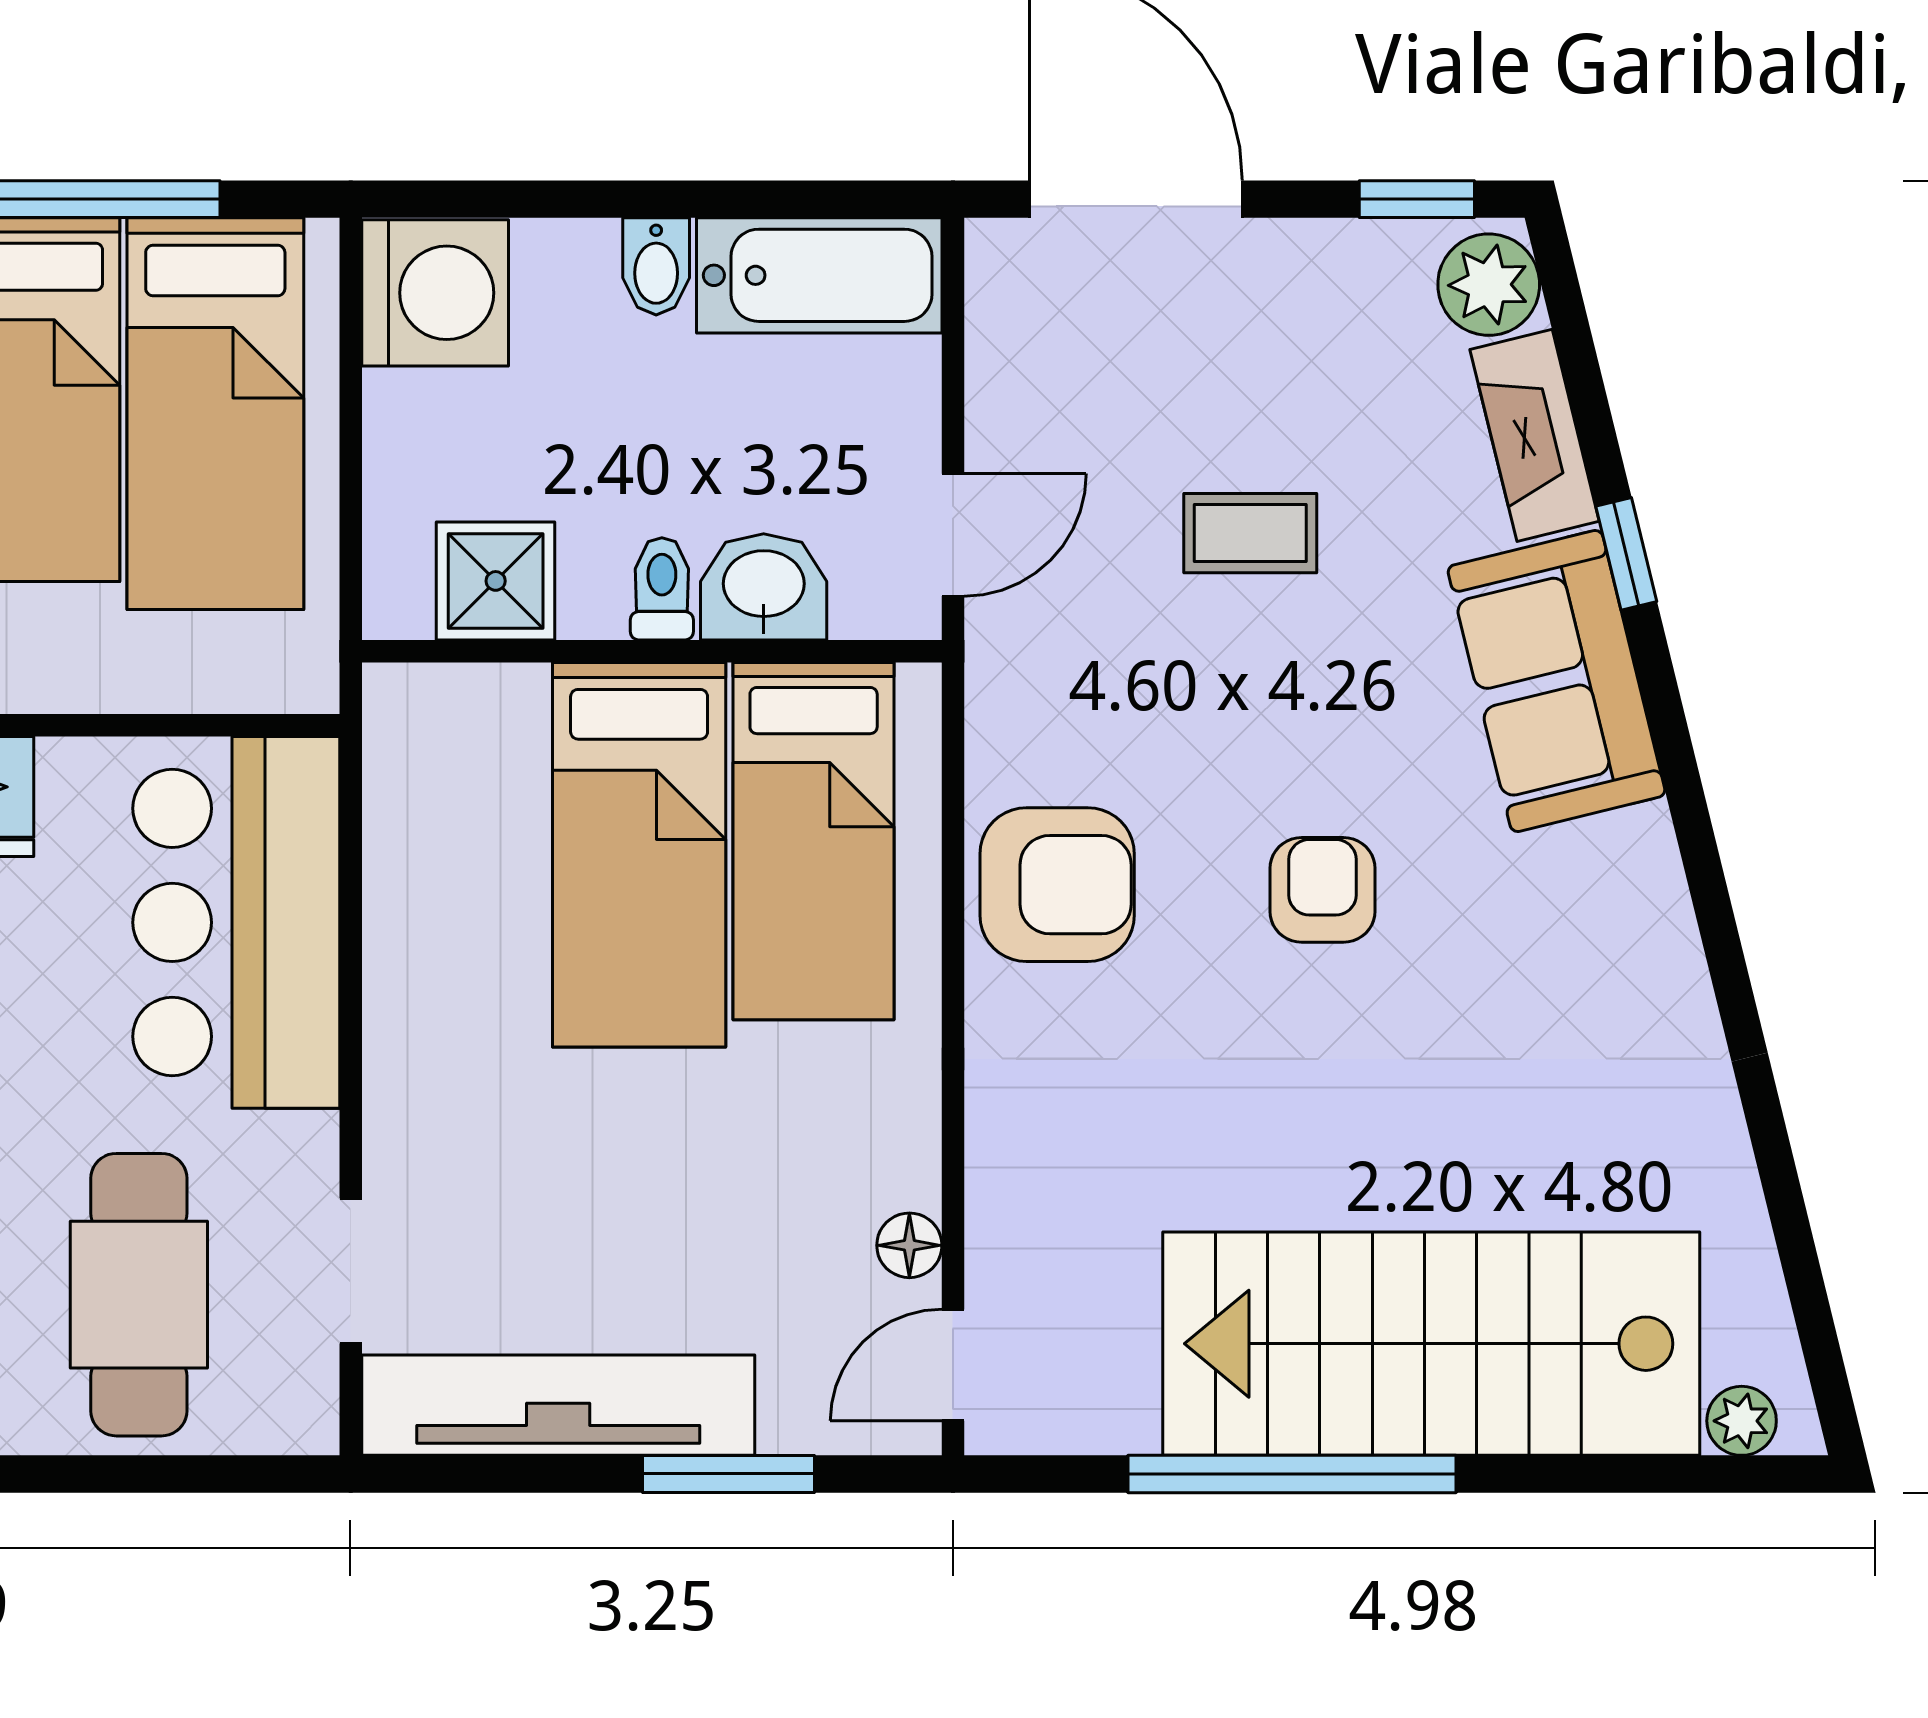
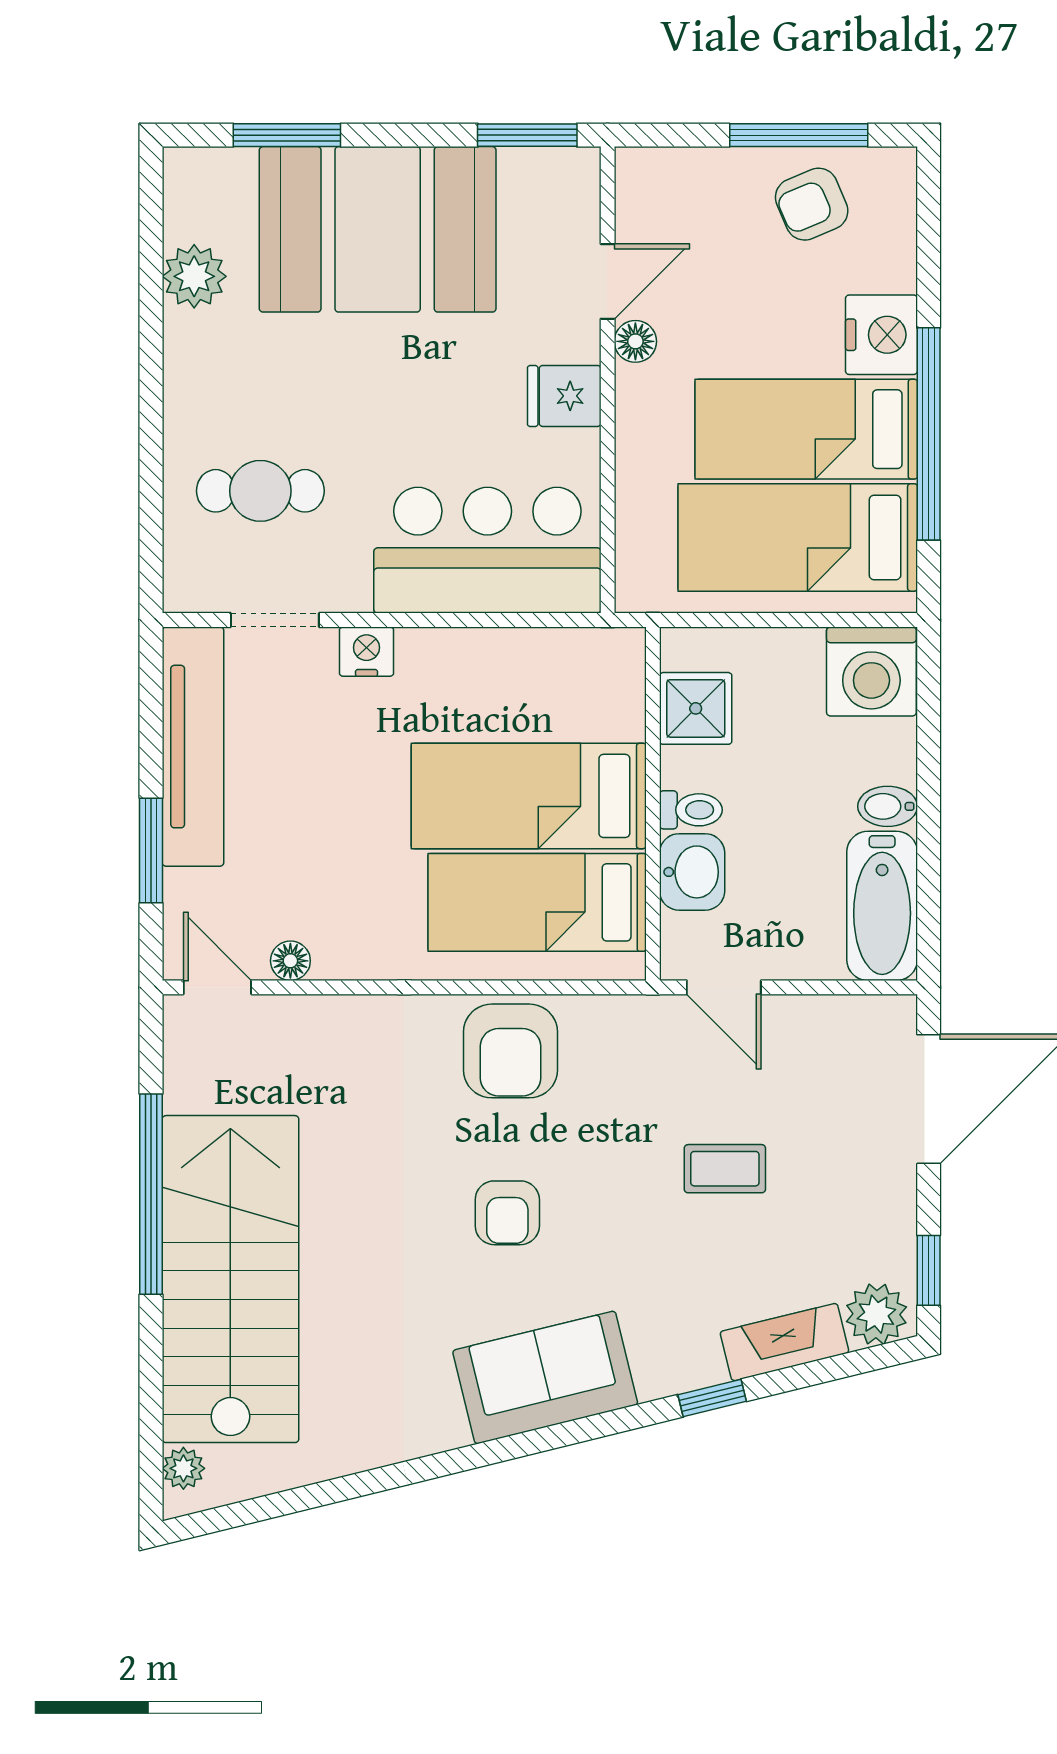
coffee table: (1250, 533) -> (725, 1169), turned 90
sofa: (1556, 681) -> (545, 1377), moved
armchair: (1323, 890) -> (507, 1213), turned 90
nightstand: (402, 1121) -> (367, 652), added
cafe table: (139, 1295) -> (260, 491), width x0.73, depth x0.74

